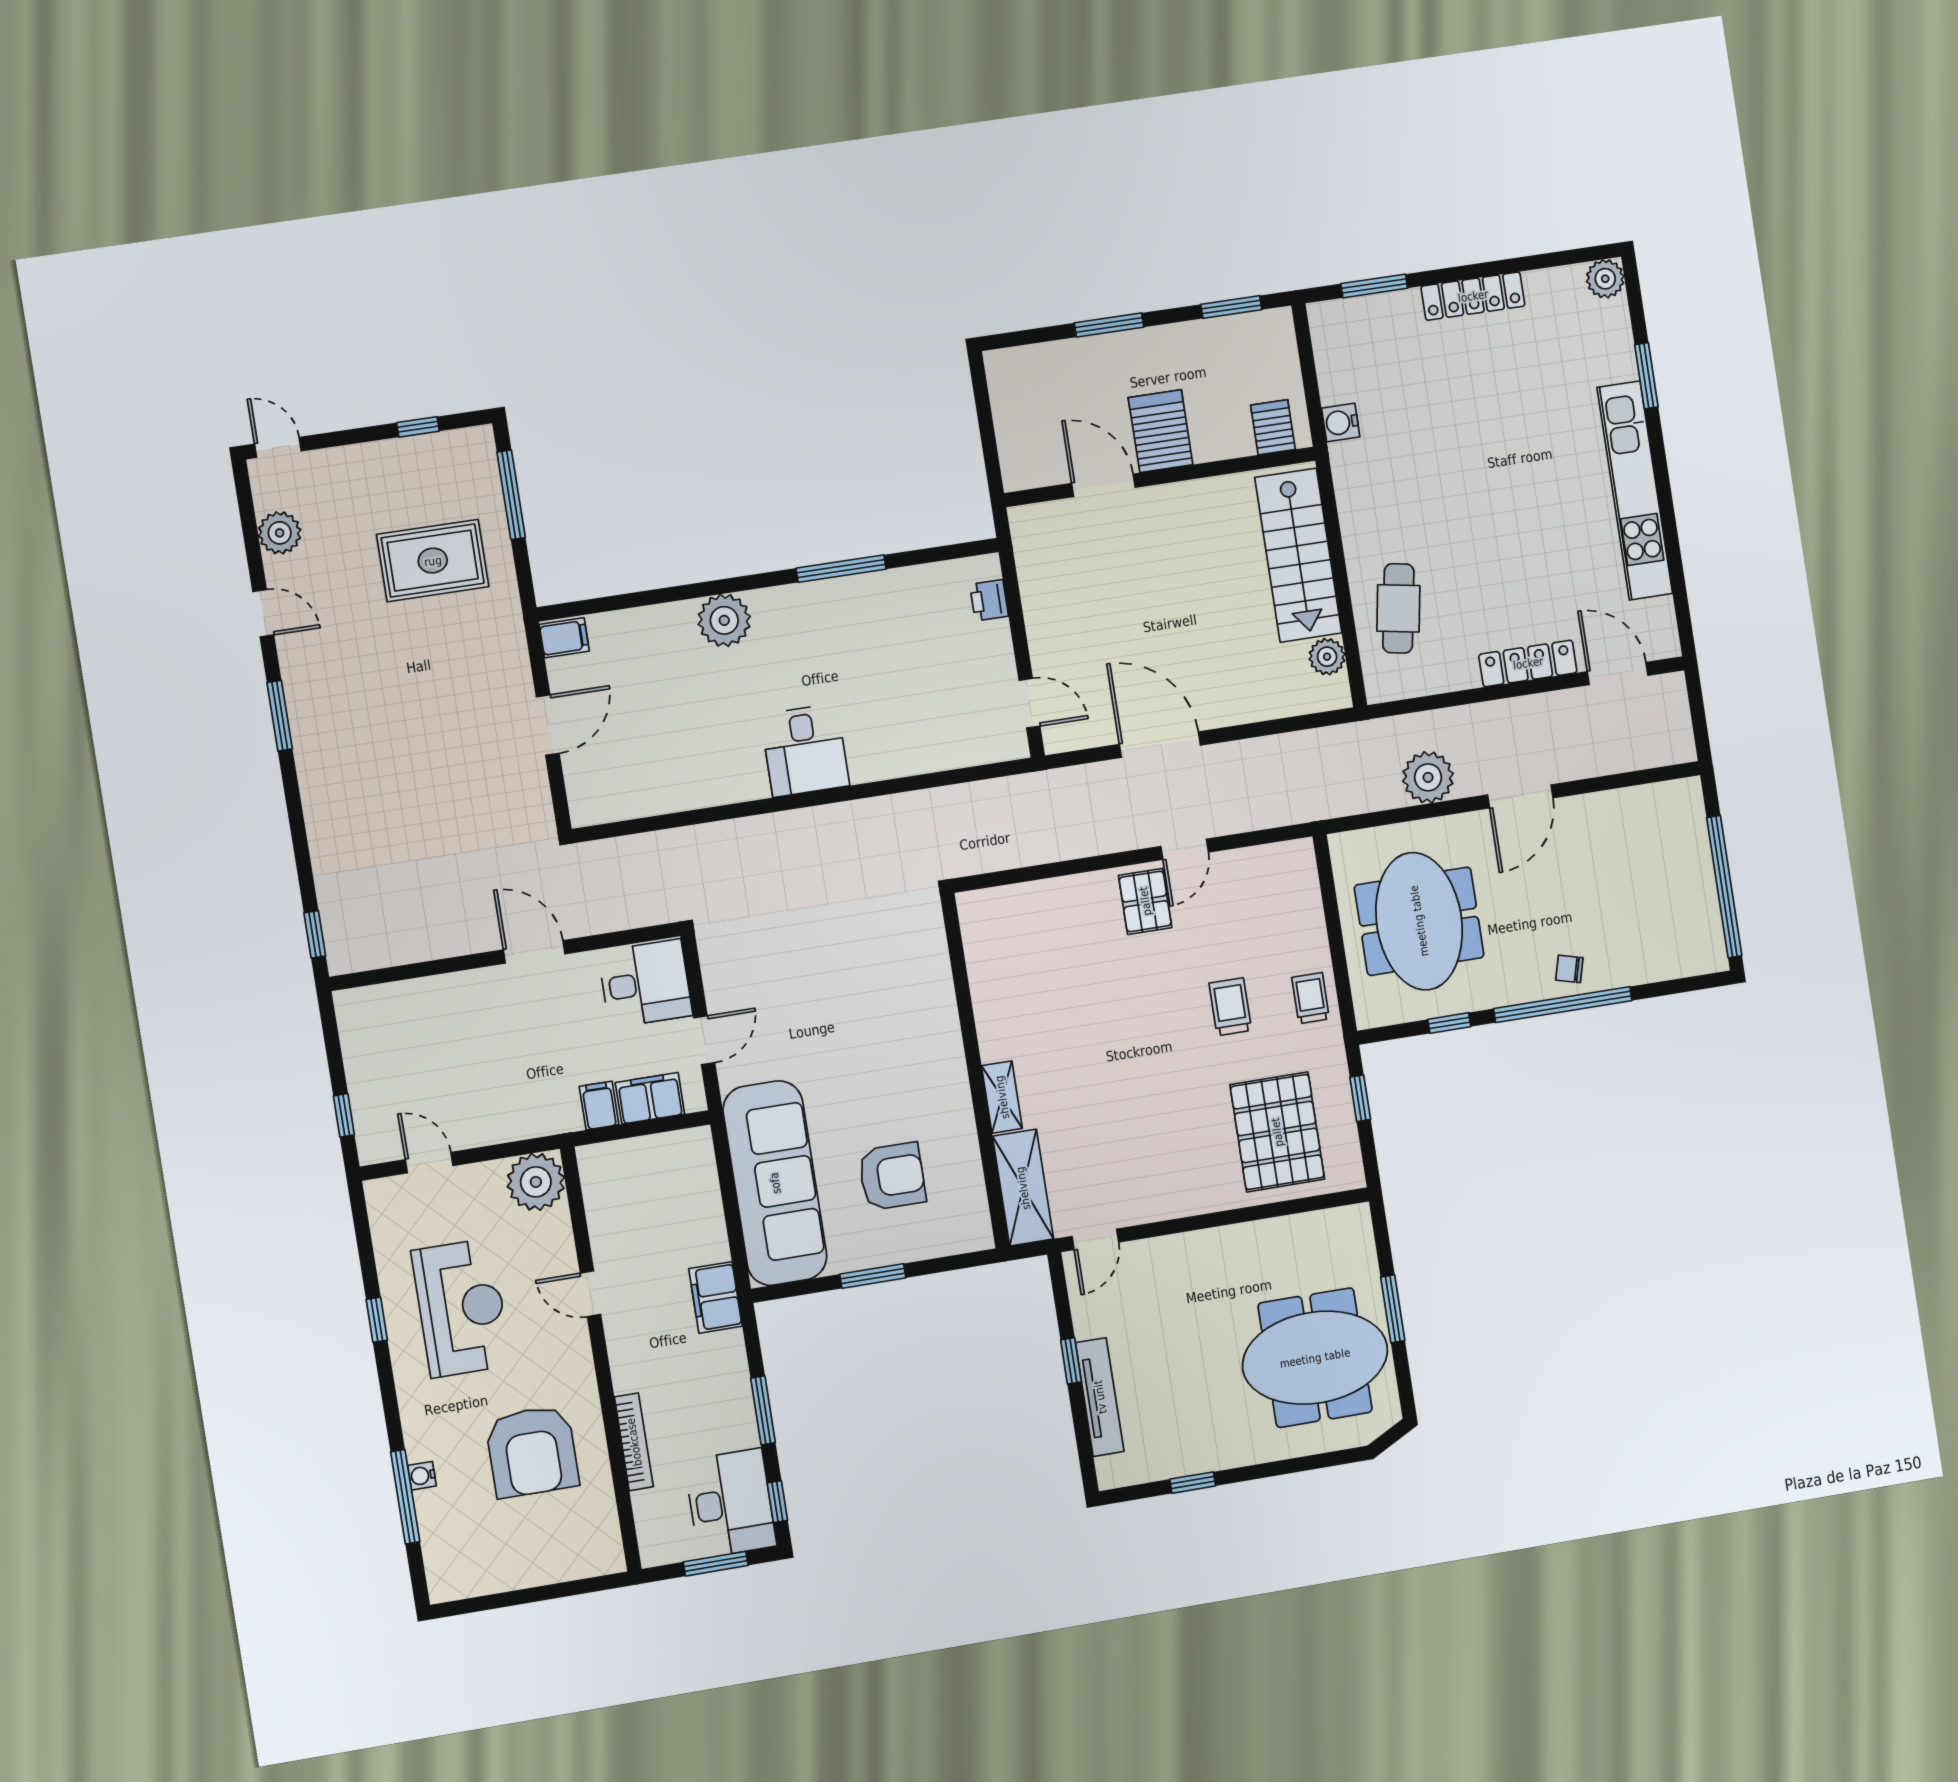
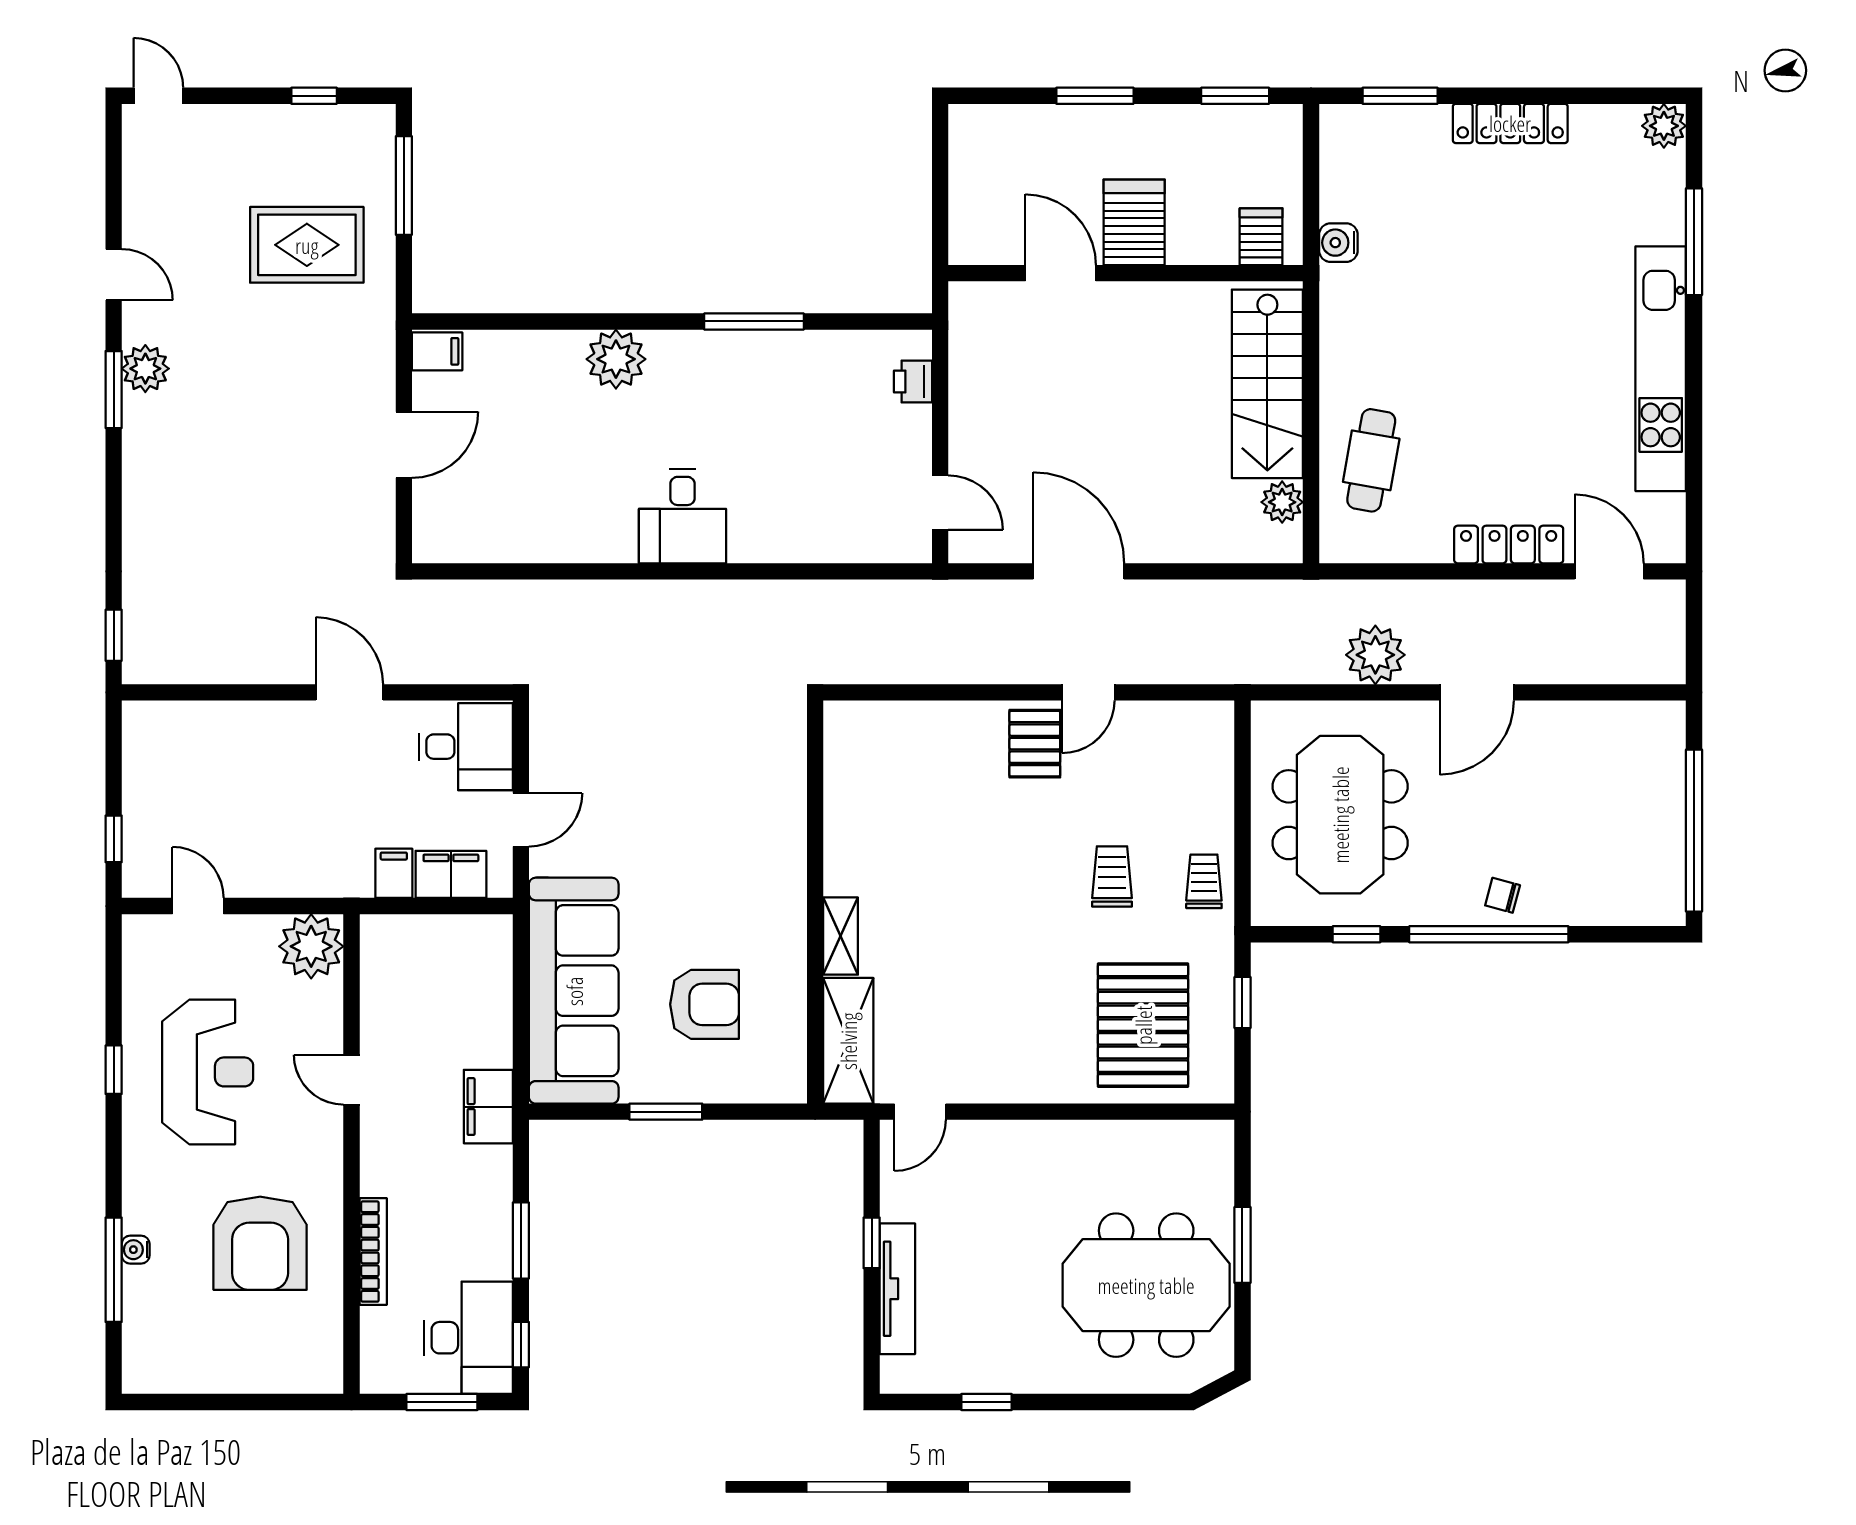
window: (1646, 376) -> (1694, 242), width x1.44
plant: (280, 533) -> (145, 369), moved

